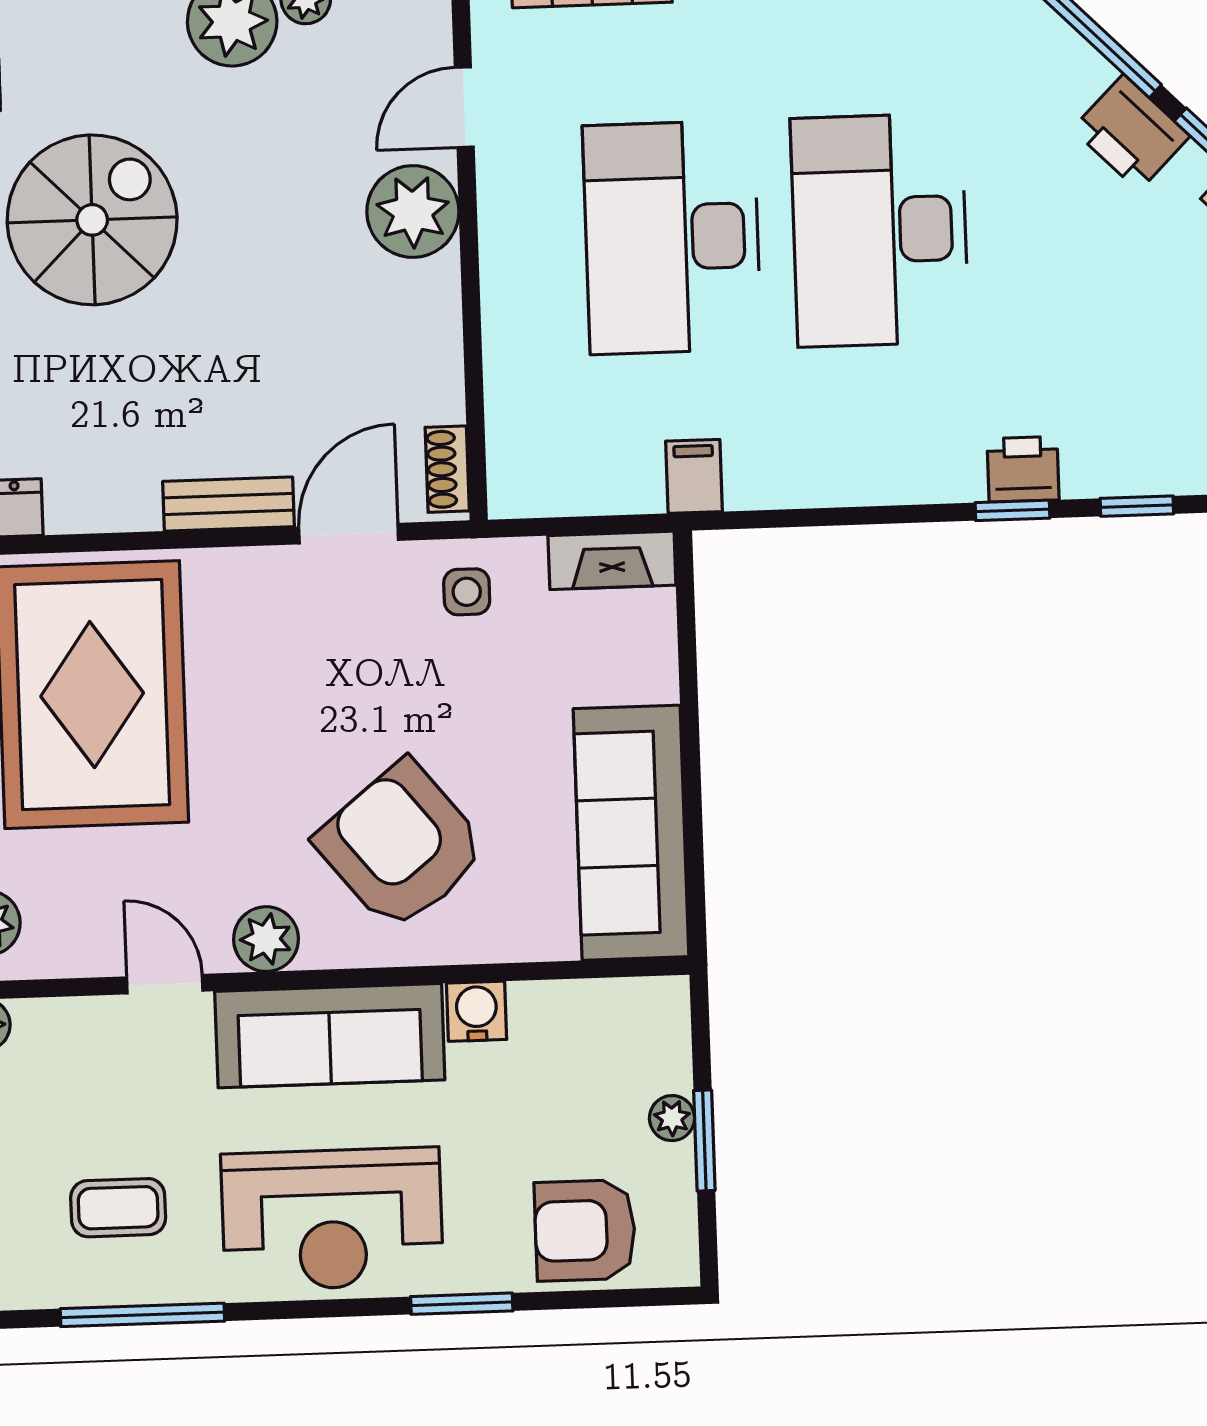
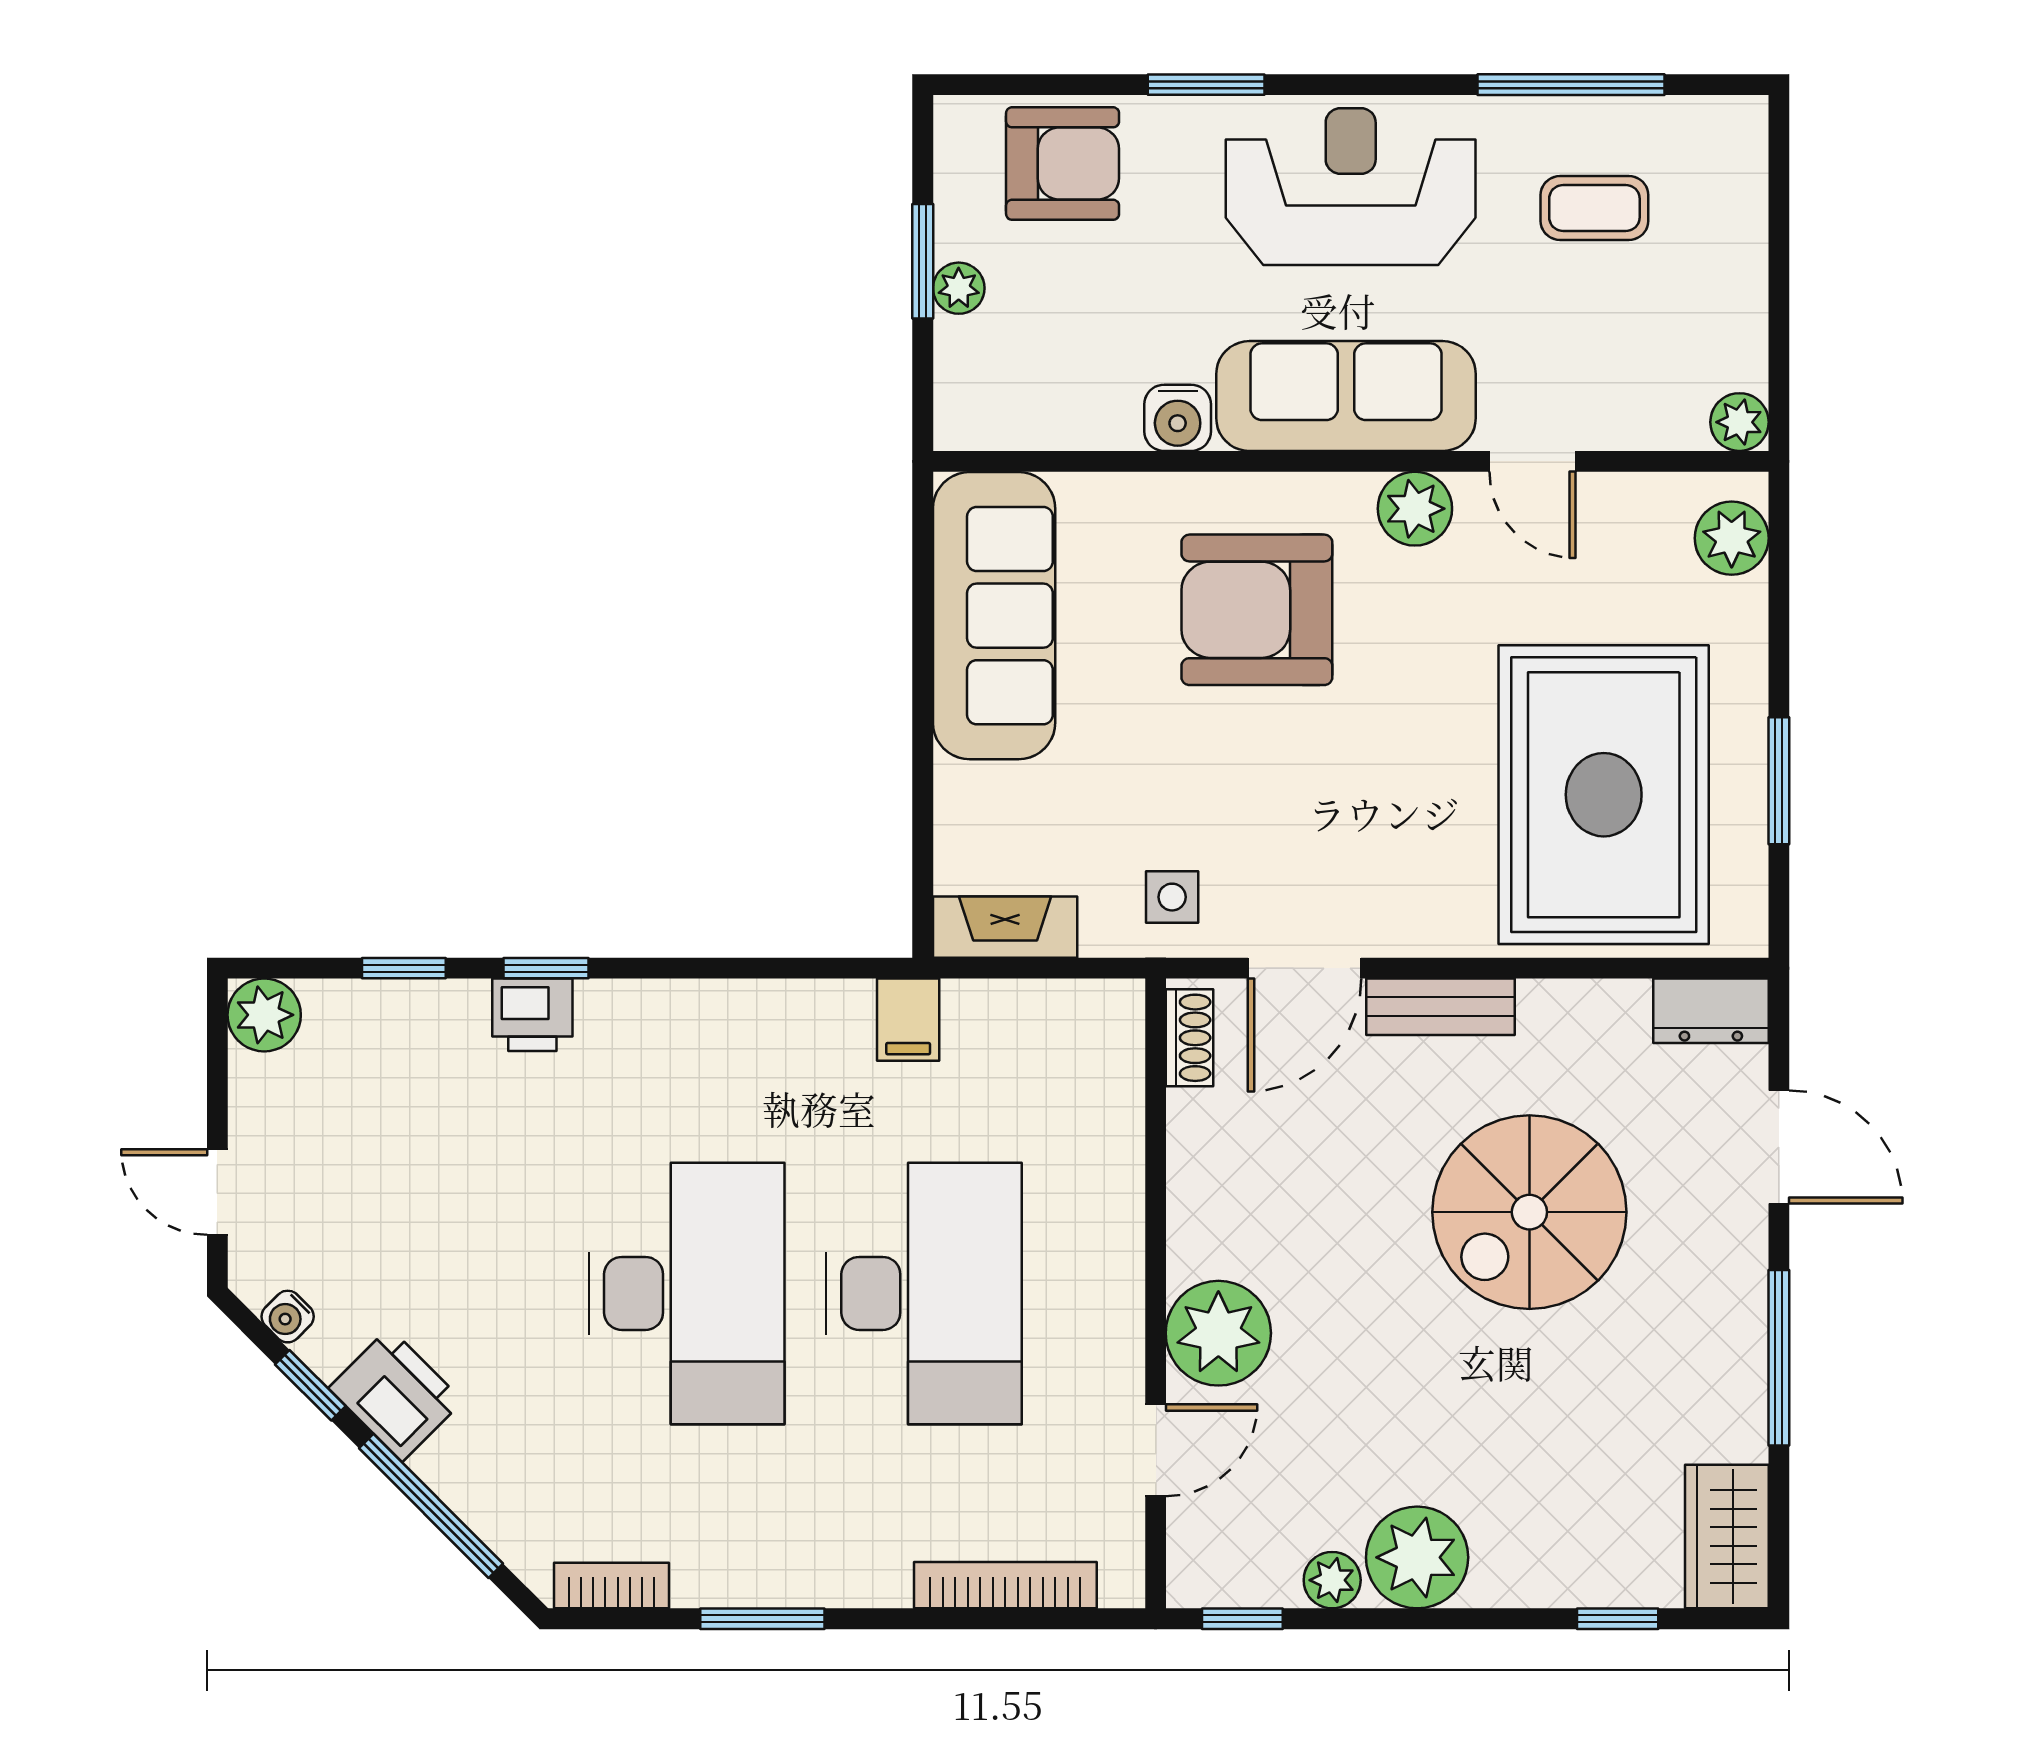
spiral stairs: (92, 220) -> (1529, 1212), moved
armchair: (401, 846) -> (1257, 610), turned 129

